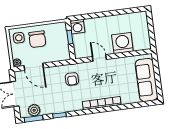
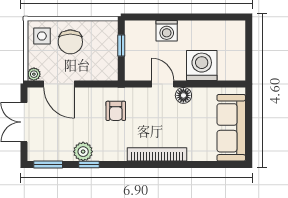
washing machine: (77, 27) -> (167, 31), moved
floor lamp: (113, 63) -> (183, 95), added
plant: (34, 110) -> (83, 152), moved

